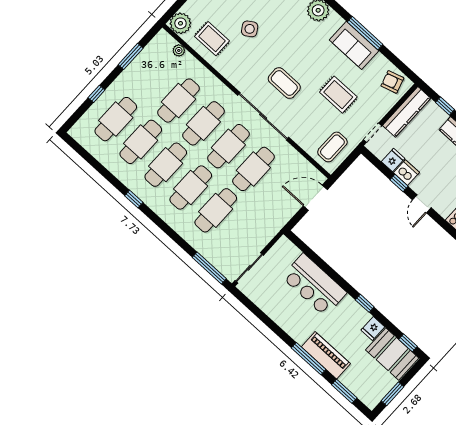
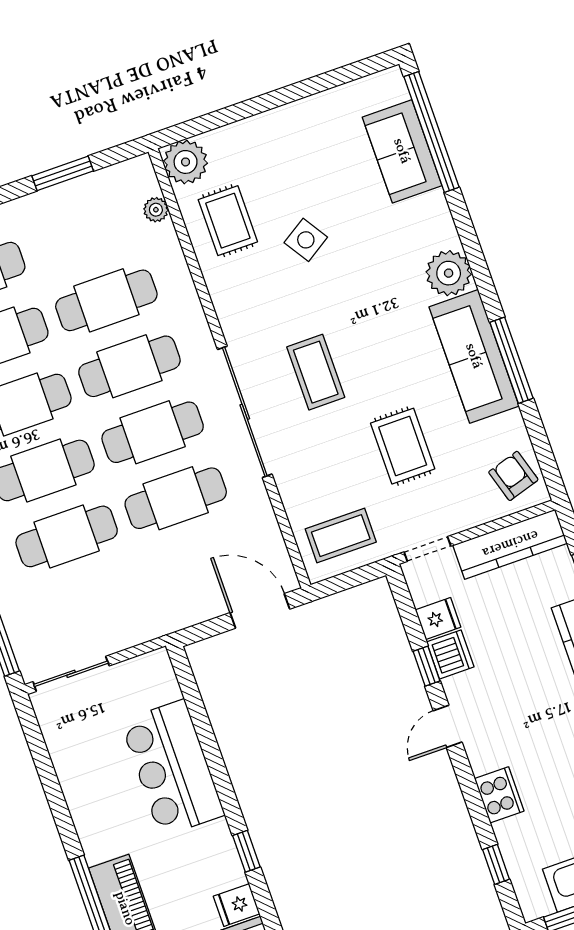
sofa: (354, 45) -> (474, 356), width x1.36

